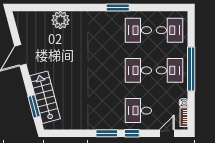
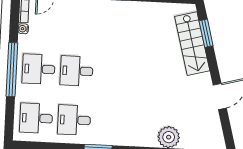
desk: (138, 30) -> (74, 120), turned 180
desk: (138, 70) -> (77, 71), turned 180
desk: (138, 111) -> (79, 22), removed

